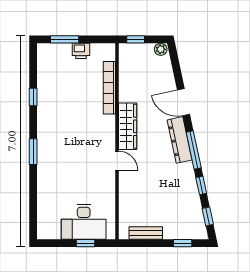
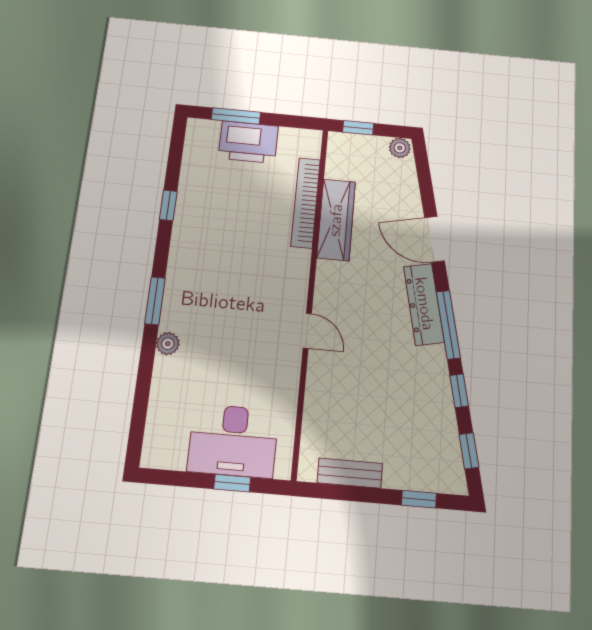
printer: (81, 51) -> (248, 142), width x1.87, depth x1.48
wardrobe: (128, 126) -> (336, 220), moved
plant: (43, 174) -> (168, 344), added

